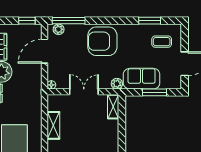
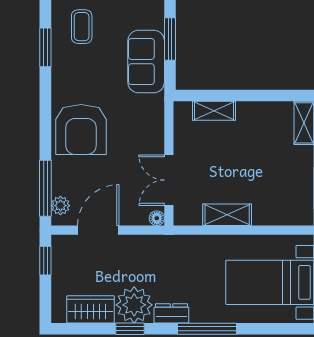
door: (44, 51) -> (98, 230), swing flipped
plant: (117, 84) -> (155, 104), removed
double door: (84, 92) -> (169, 180), moved
shelving: (113, 107) -> (214, 111), moved

